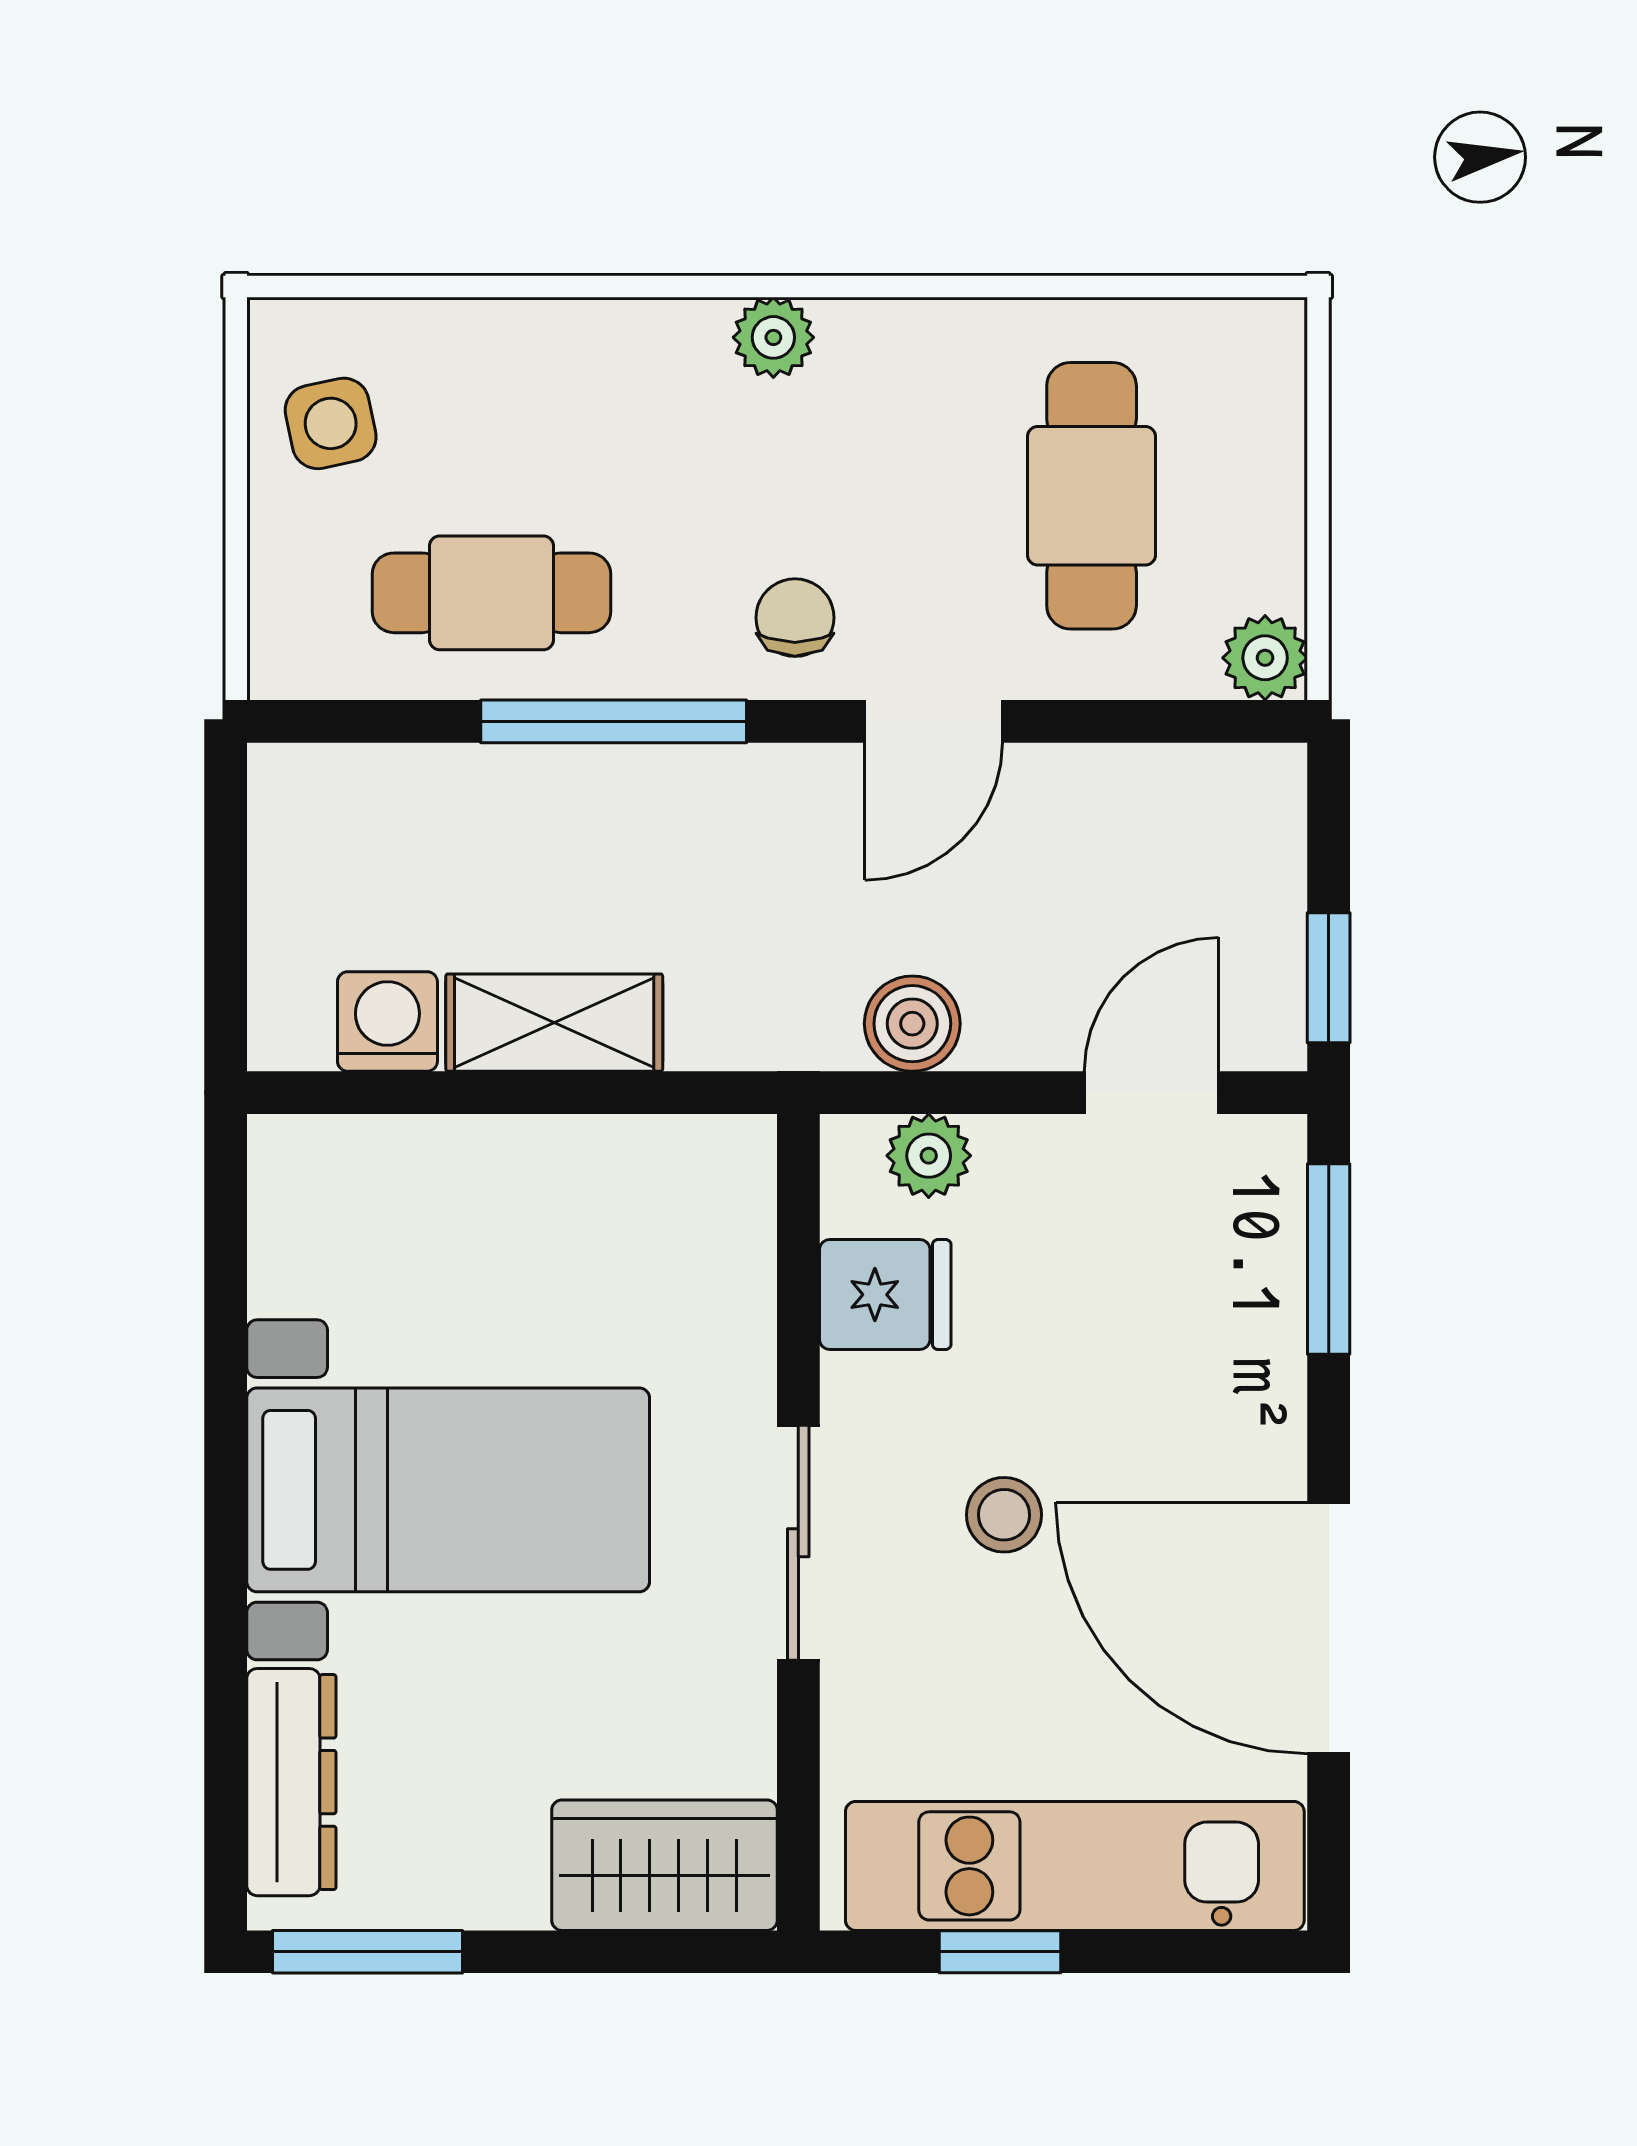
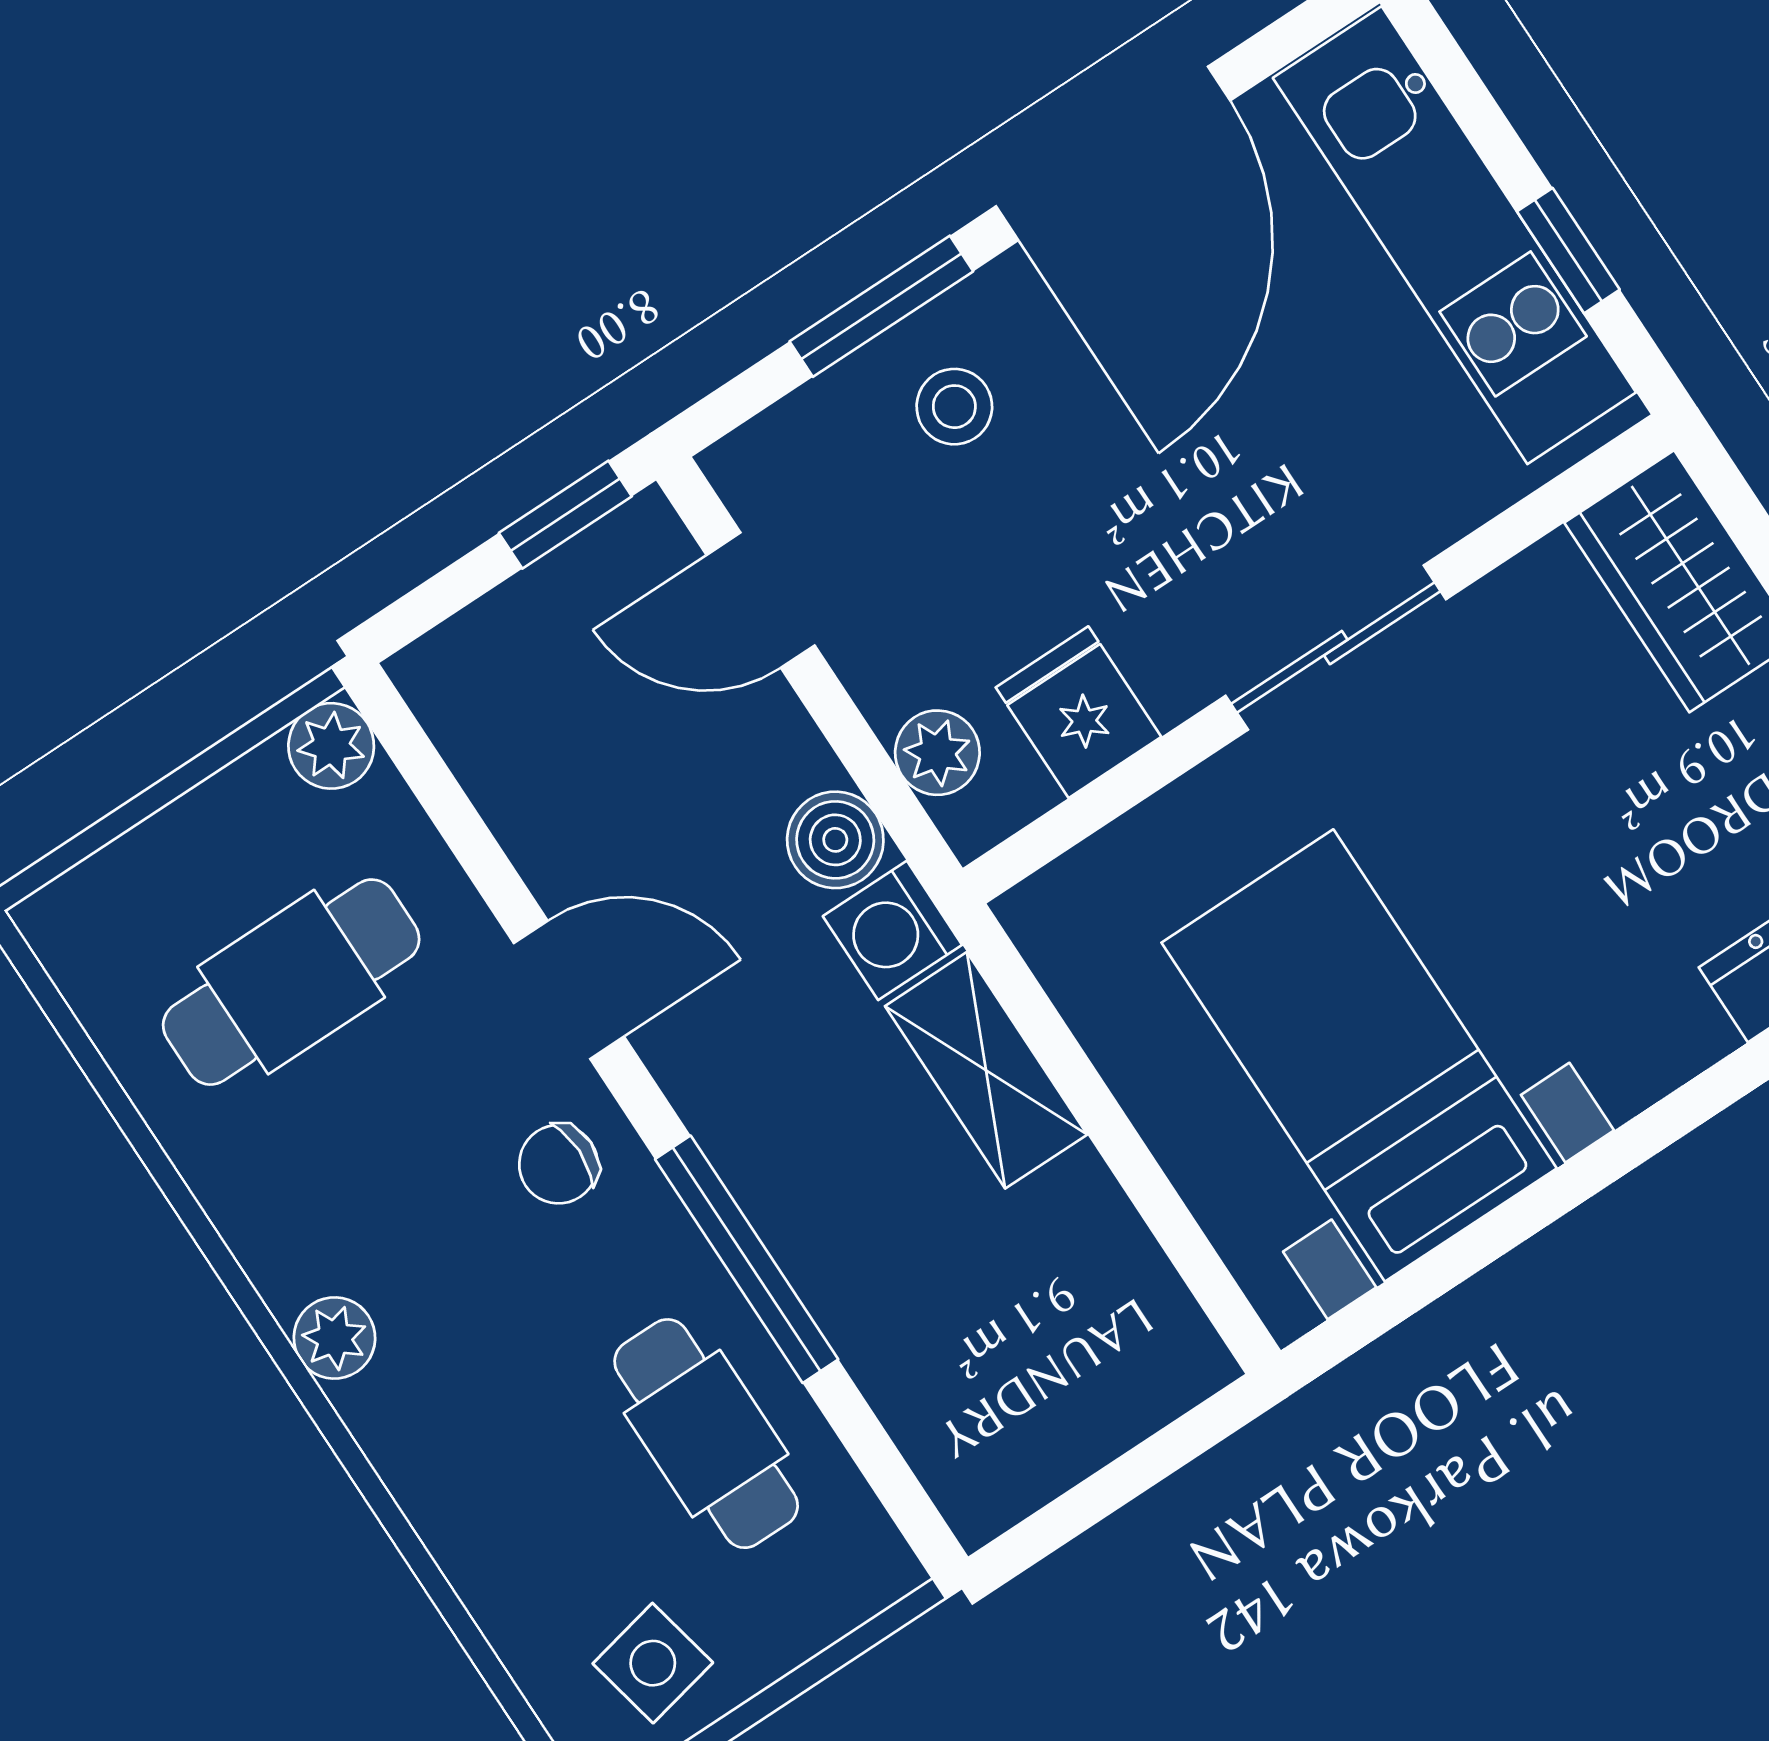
washing machine: (387, 1022) -> (892, 930), moved
shelving: (554, 1023) -> (986, 1070), moved
window: (1329, 1259) -> (881, 306), moved
bed with nightstands: (448, 1490) -> (1359, 1055), moved
stool: (1004, 1515) -> (954, 407), moved

